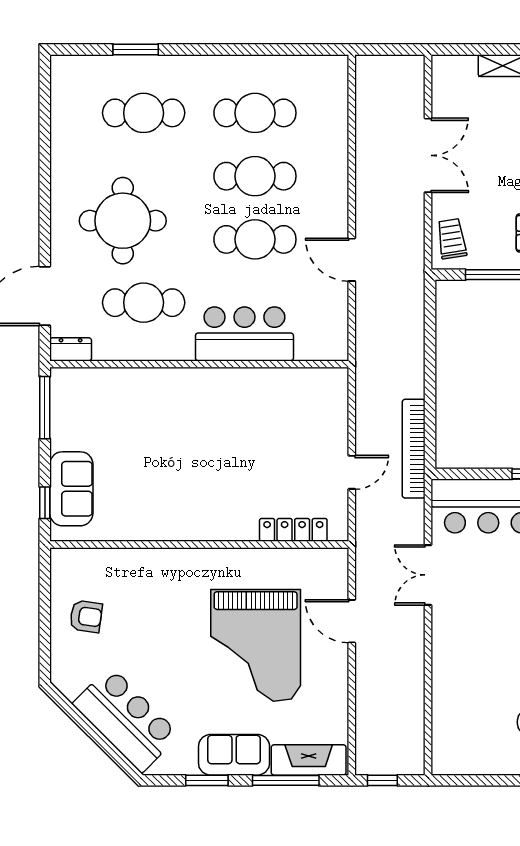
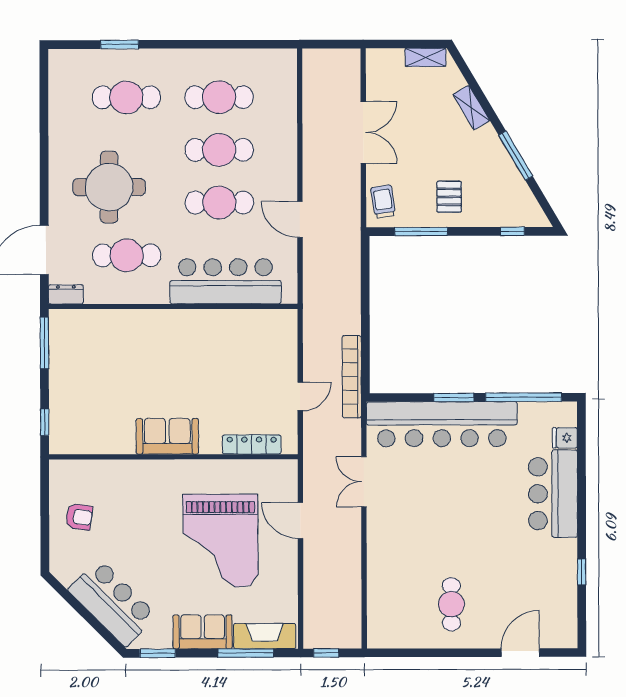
bar counter: (244, 334) -> (225, 281), width x1.36
sofa: (71, 489) -> (167, 436), moved, turned -90
window: (207, 780) -> (158, 653), moved

